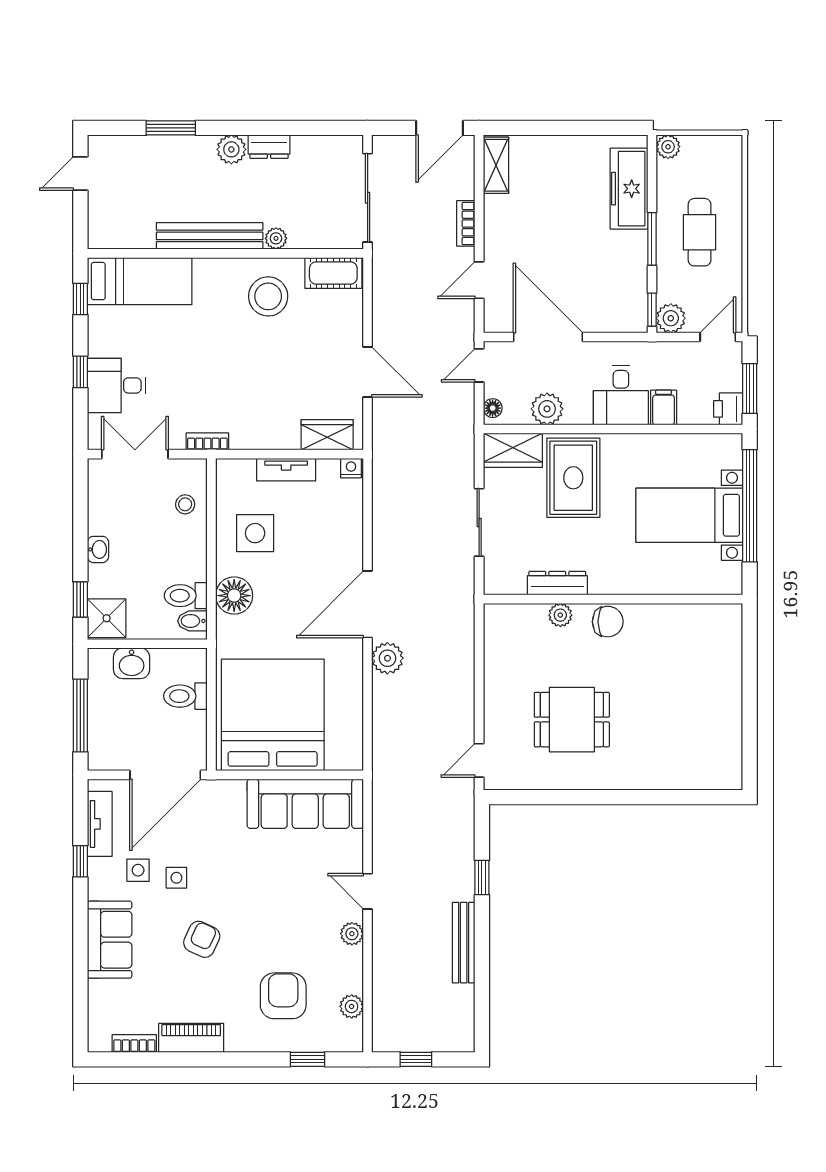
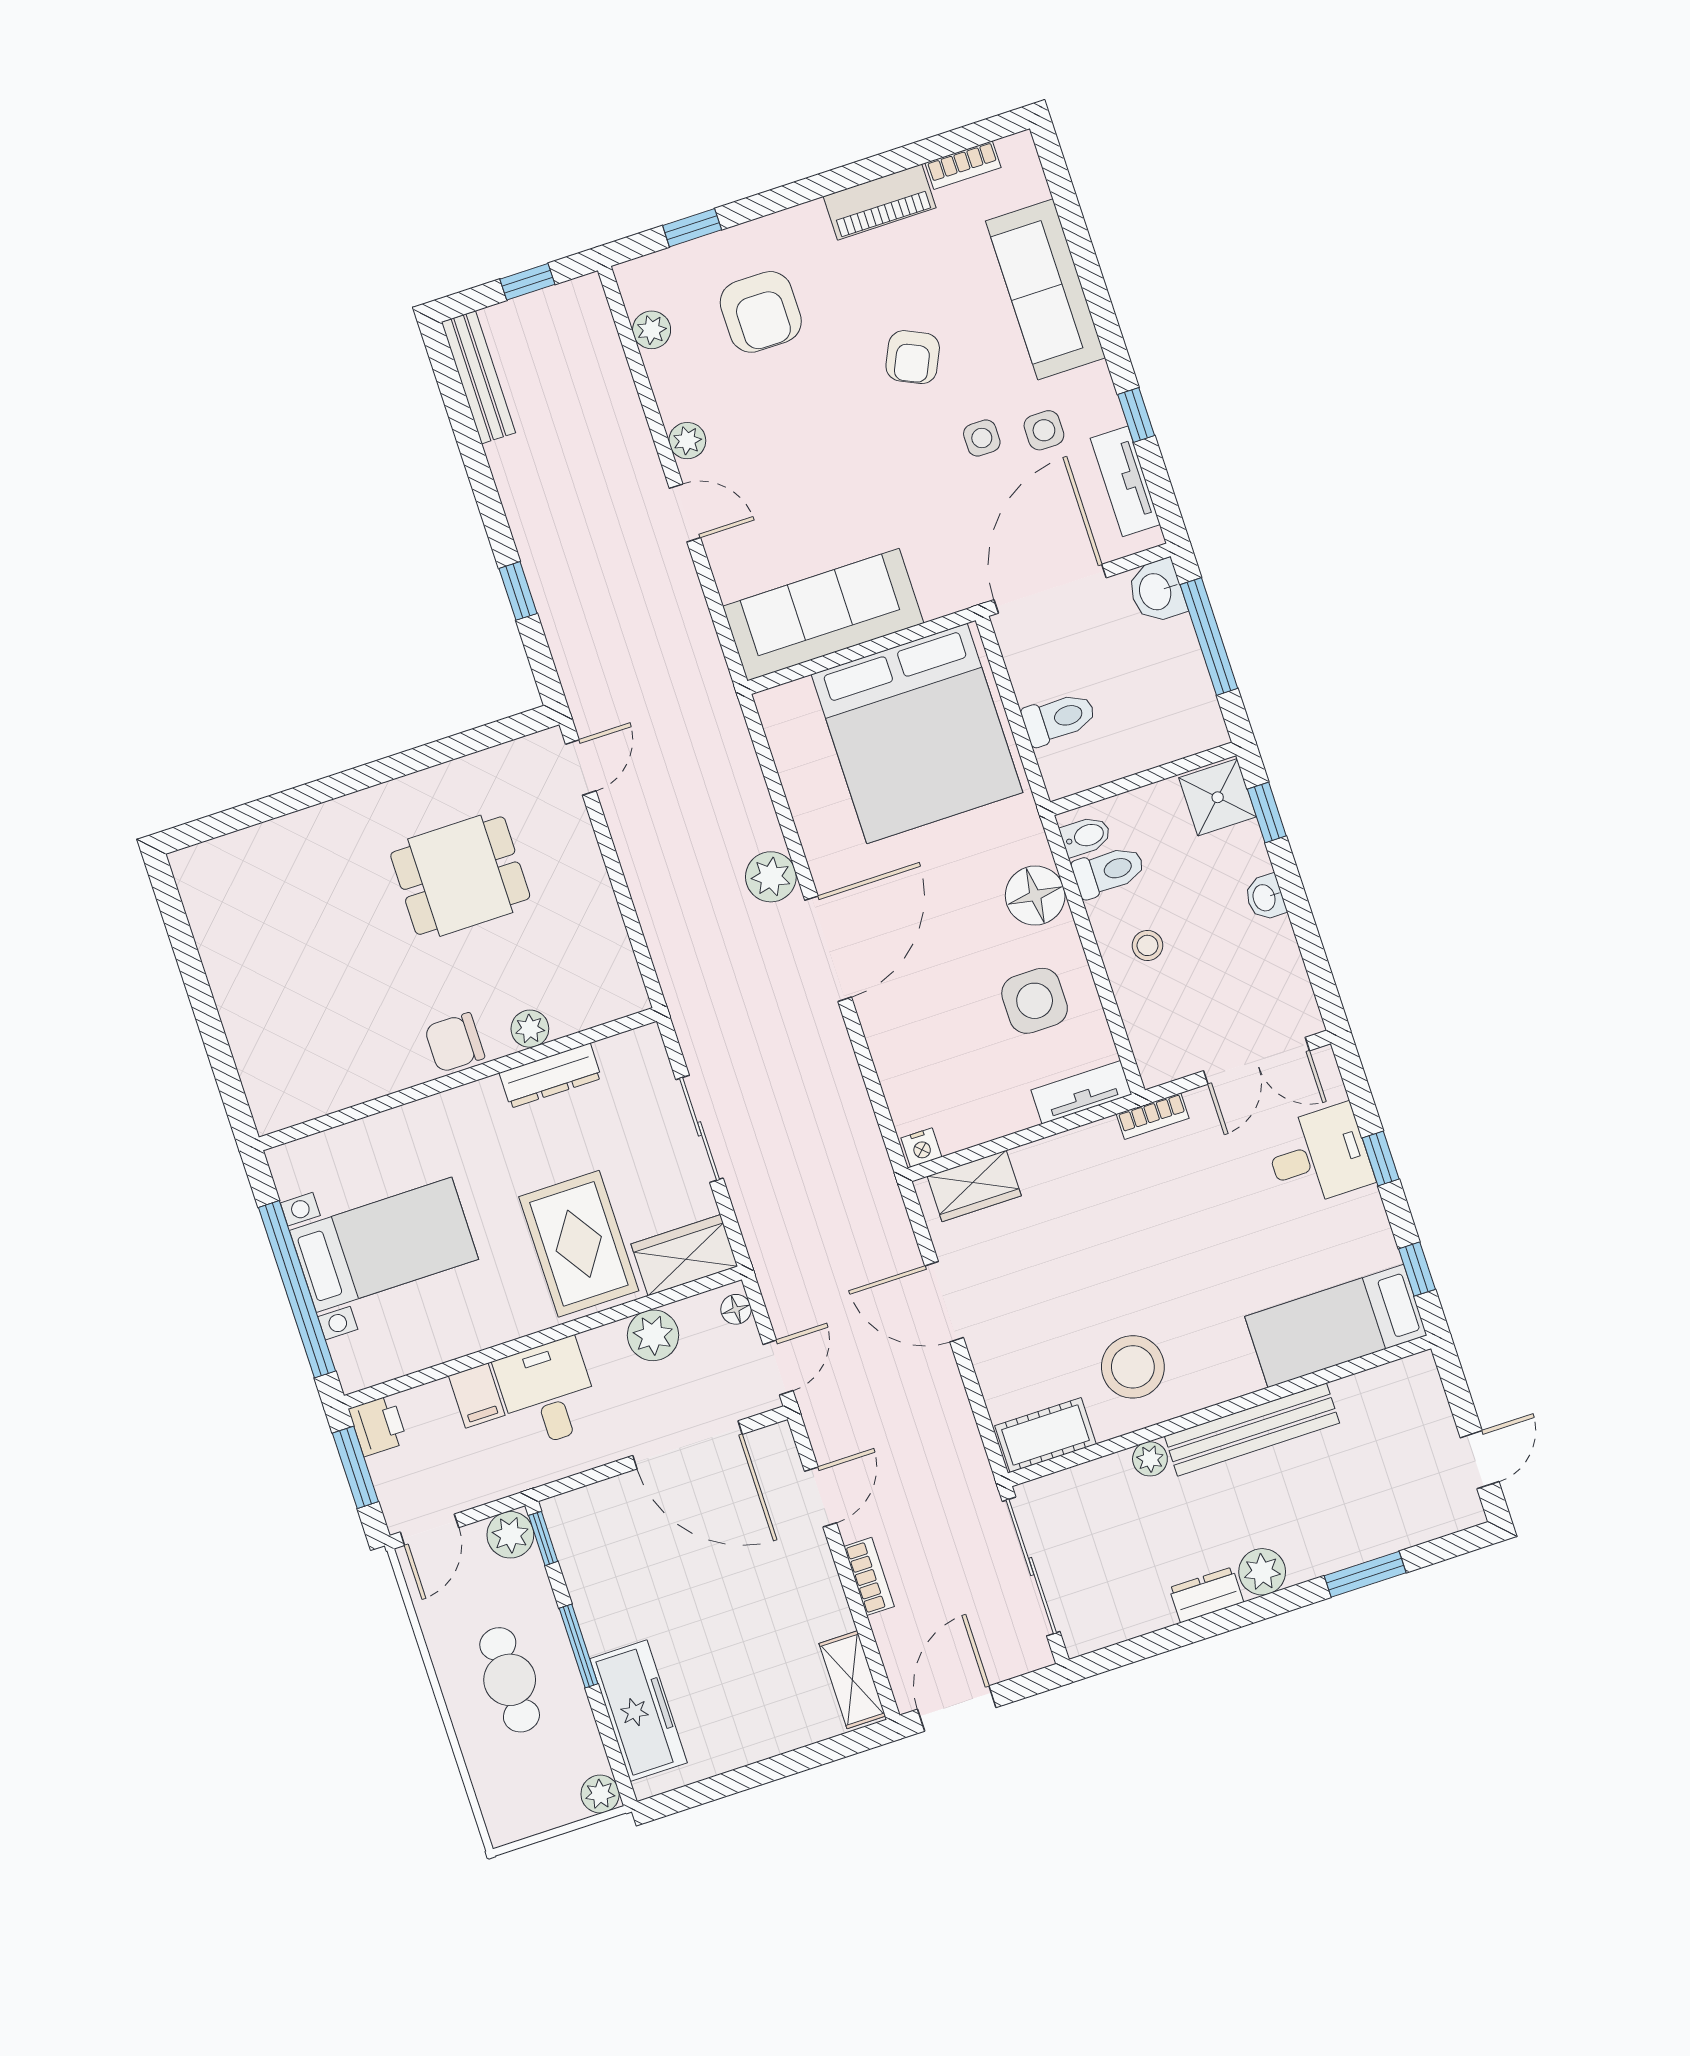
tv unit: (286, 470) -> (1081, 1092), moved
stool: (185, 504) -> (1147, 945), moved
washbasin: (132, 663) -> (1157, 591), moved, turned -90
sofa: (110, 940) -> (1046, 289), width x1.36
bench: (464, 943) -> (478, 377), moved

